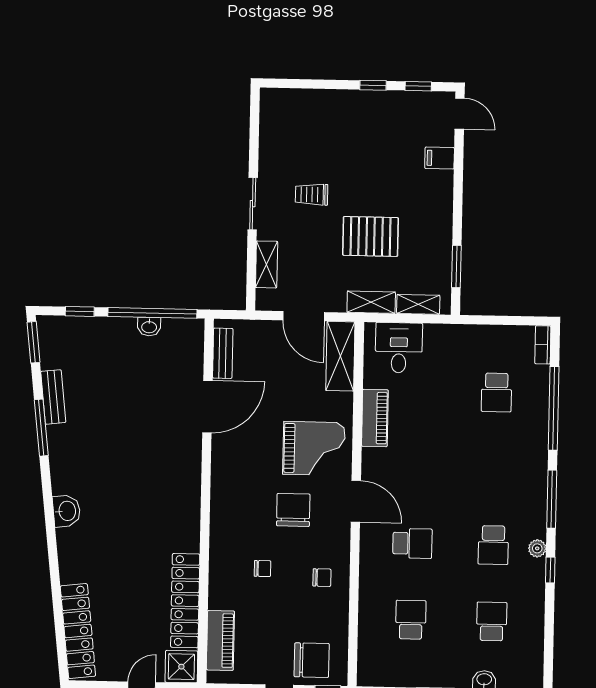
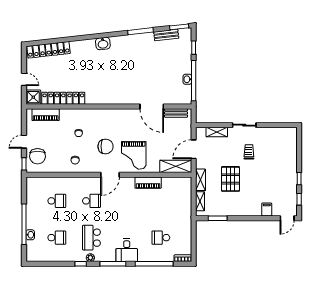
desk: (399, 348) -> (127, 250), moved, turned 90
bench: (53, 397) -> (166, 35), moved
school desk: (412, 543) -> (91, 201), turned -90
school desk: (493, 545) -> (91, 238), width x1.85

